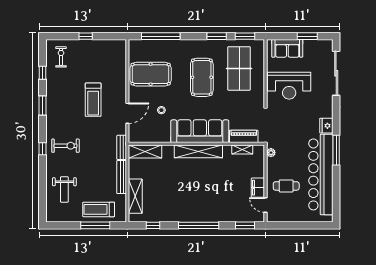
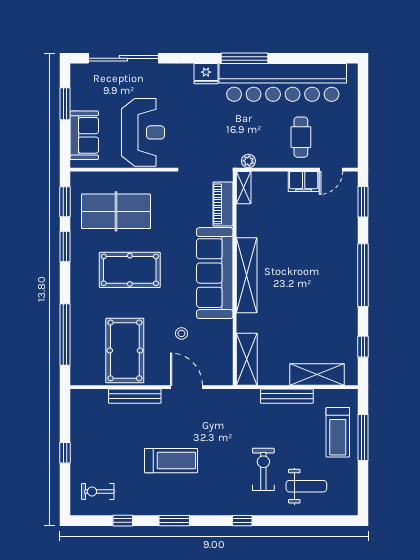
treadmill: (93, 100) -> (171, 461), moved
exercise bike: (65, 146) -> (263, 469), moved
bench: (122, 147) -> (135, 396), moved, width x1.36
shelving: (242, 150) -> (244, 188), moved

